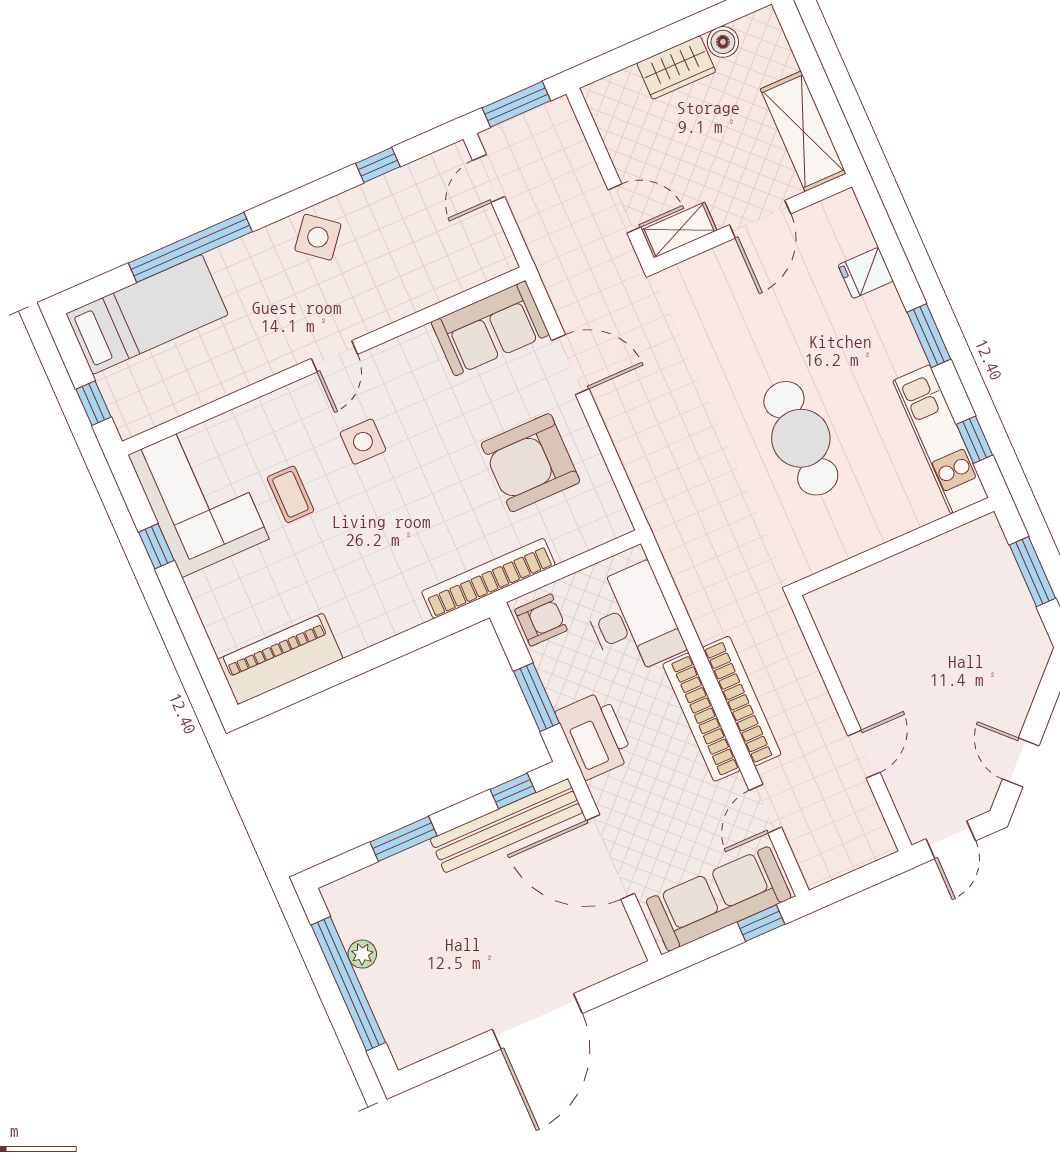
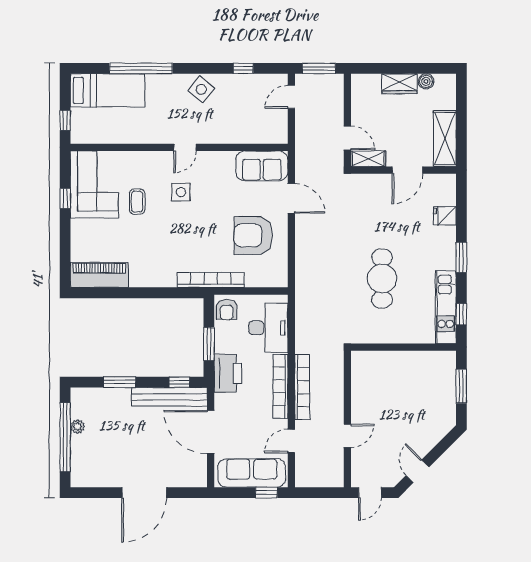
armchair: (541, 620) -> (226, 310), turned 90

